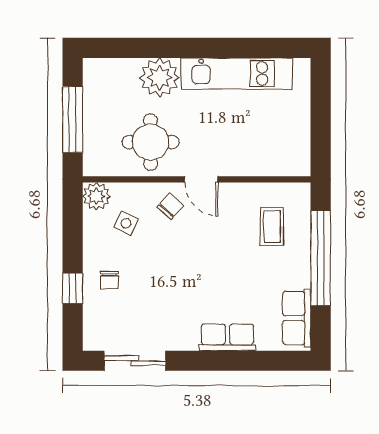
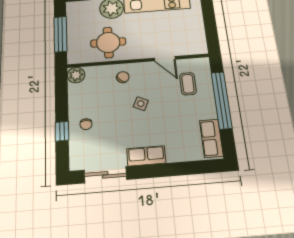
door: (201, 179) -> (165, 59), moved
side table: (126, 223) -> (141, 104), moved
row of seats: (227, 337) -> (146, 156), moved

